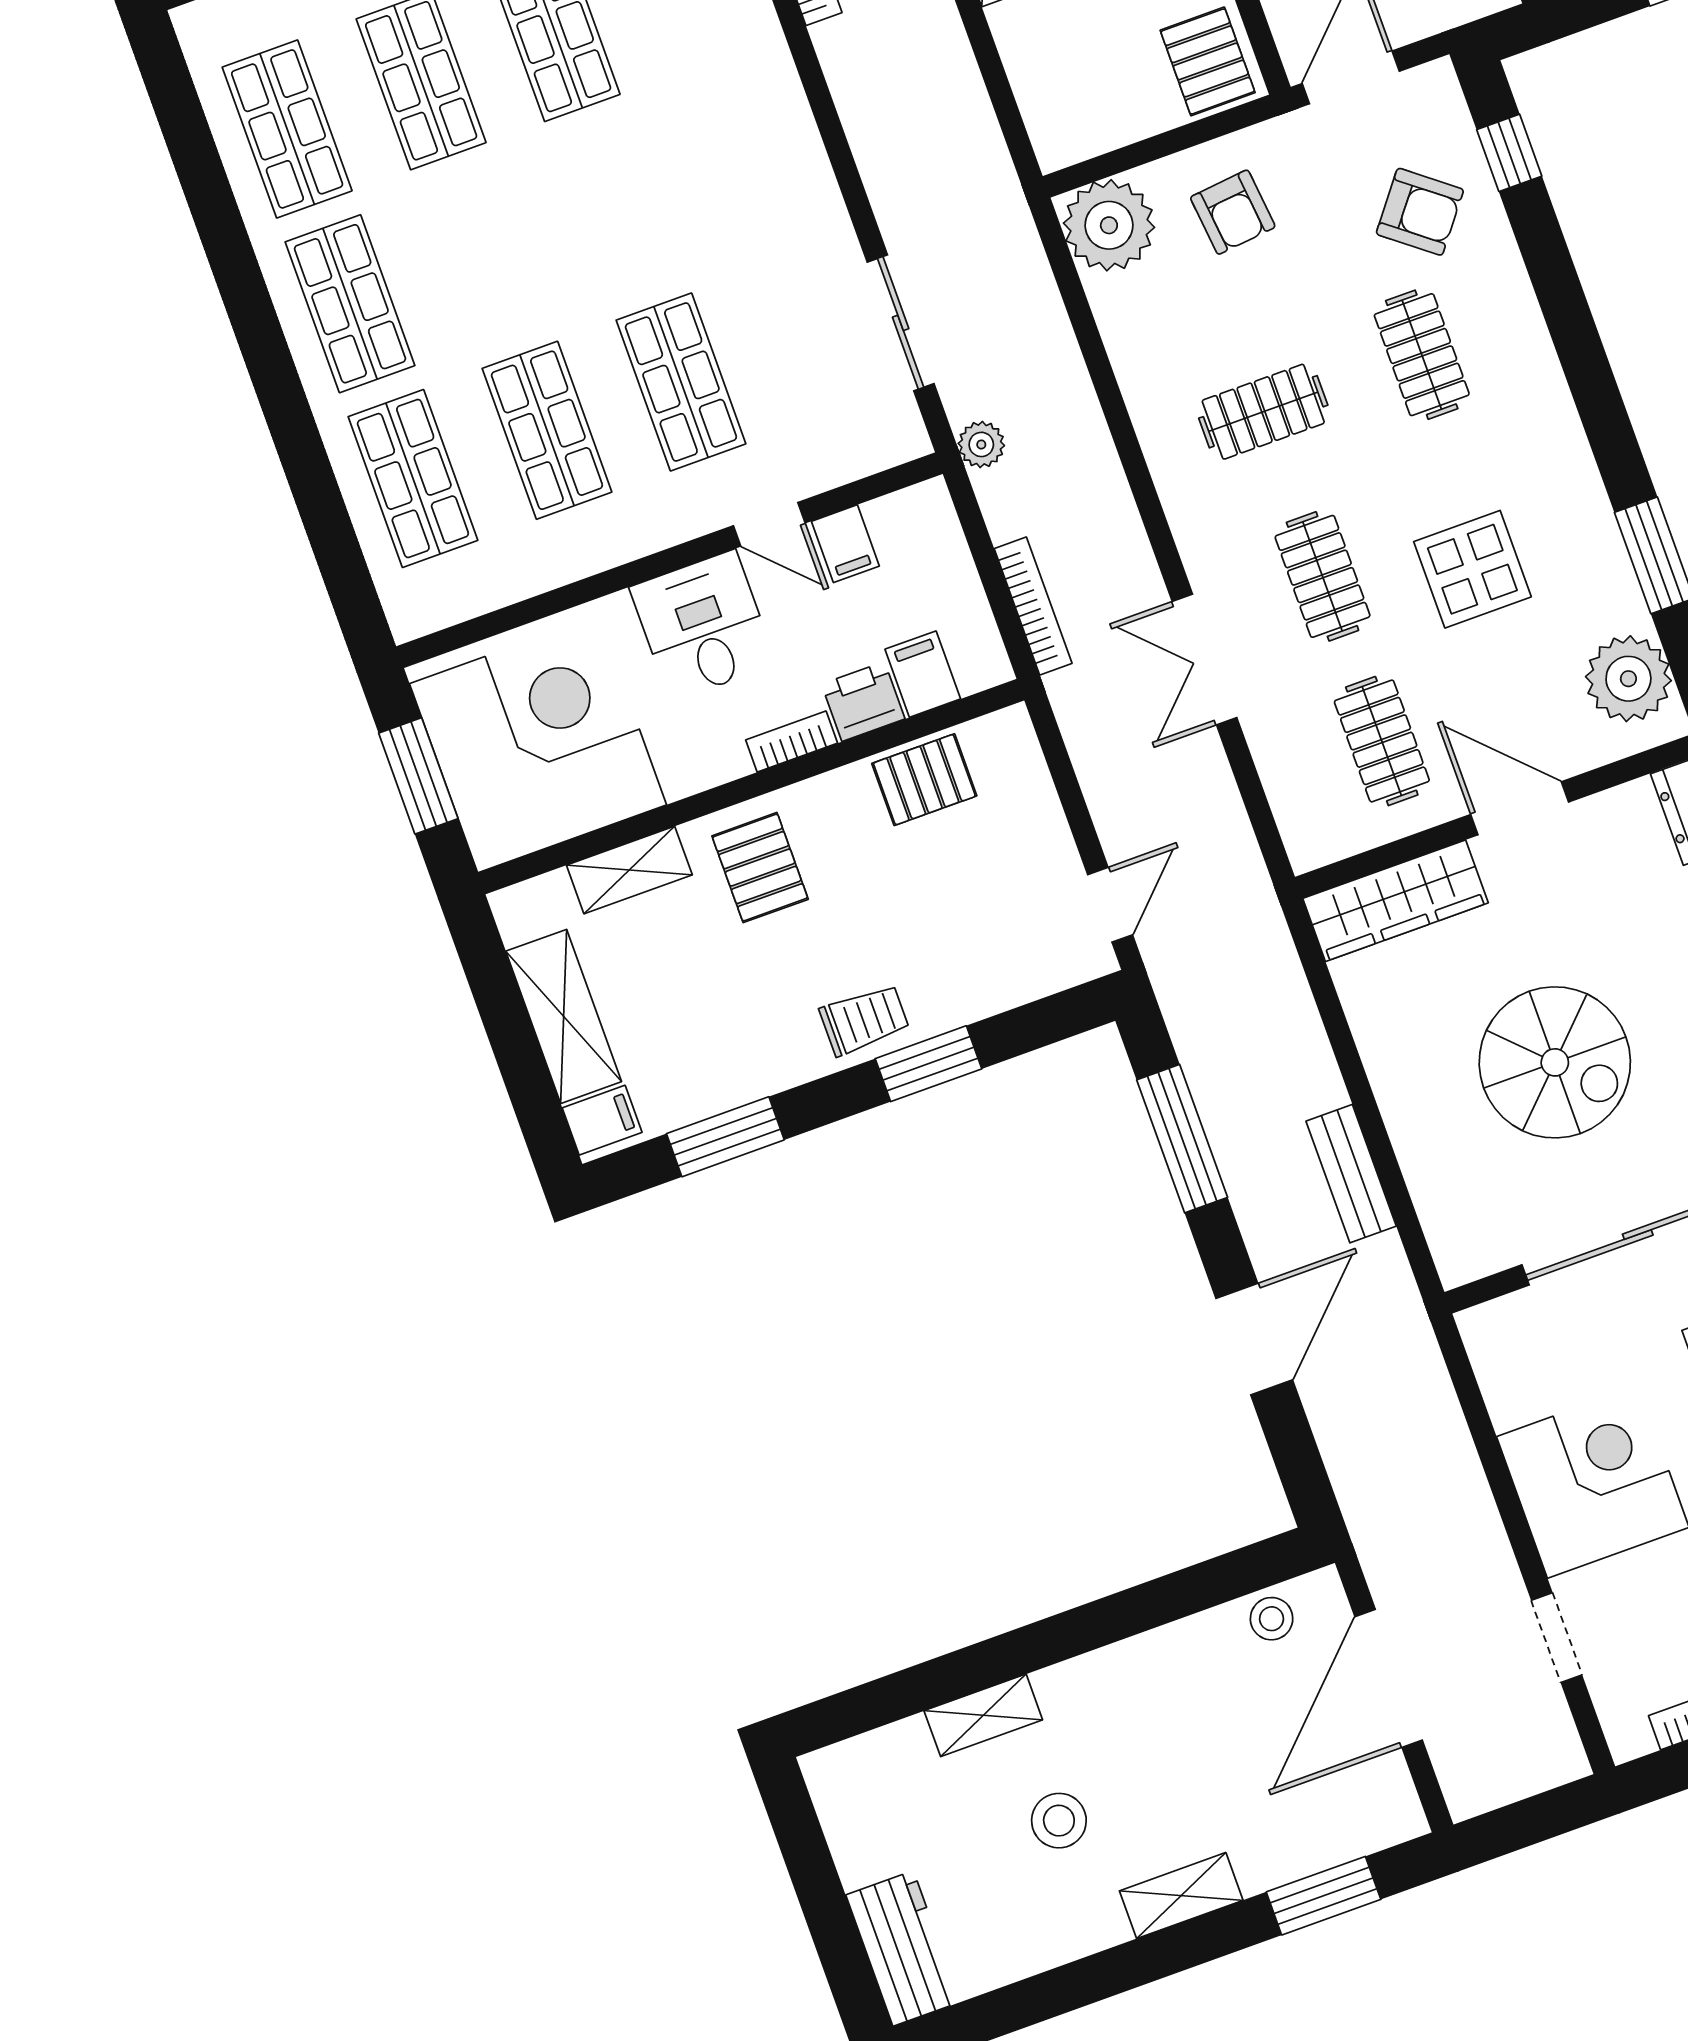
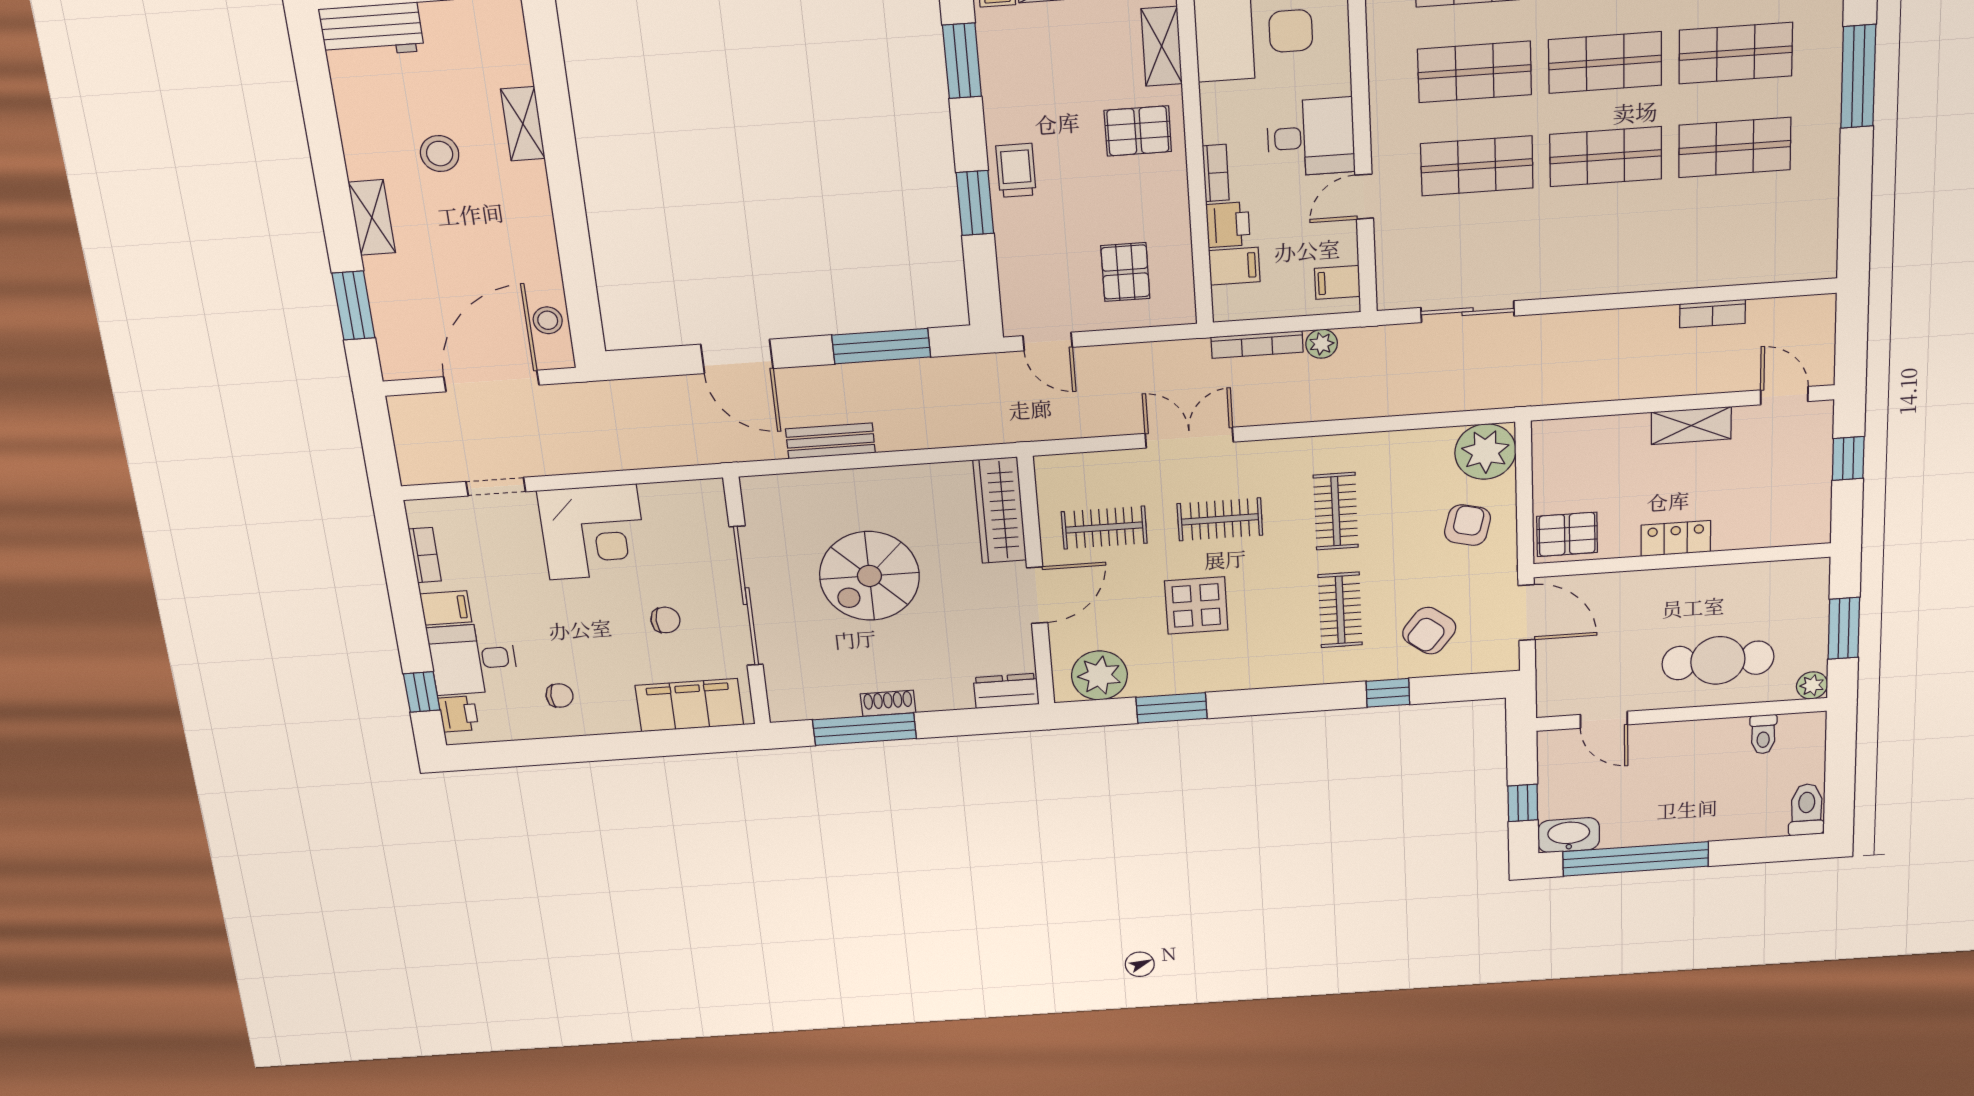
window: (1509, 153) -> (1388, 693), moved
shop shelf: (618, 207) -> (1606, 157), added
armchair: (1233, 212) -> (1468, 525), turned 110
shop shelf: (484, 255) -> (1605, 63), added
clothes rail: (1422, 355) -> (1340, 610), turned 90
plant: (981, 444) -> (1322, 344), moved
filing cabinet: (845, 544) -> (1337, 282), moved
pallet: (924, 780) -> (1125, 272), moved
trolley: (864, 1020) -> (1016, 170), turned 180
door: (1389, 1678) -> (491, 381), hinge flipped

